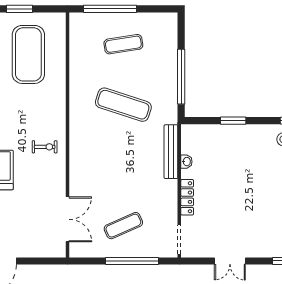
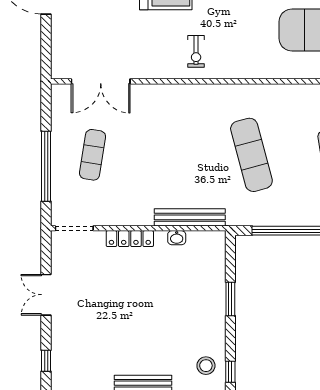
exercise mat: (123, 105) -> (251, 155), turned -33
exercise mat: (123, 226) -> (93, 155), turned 33

